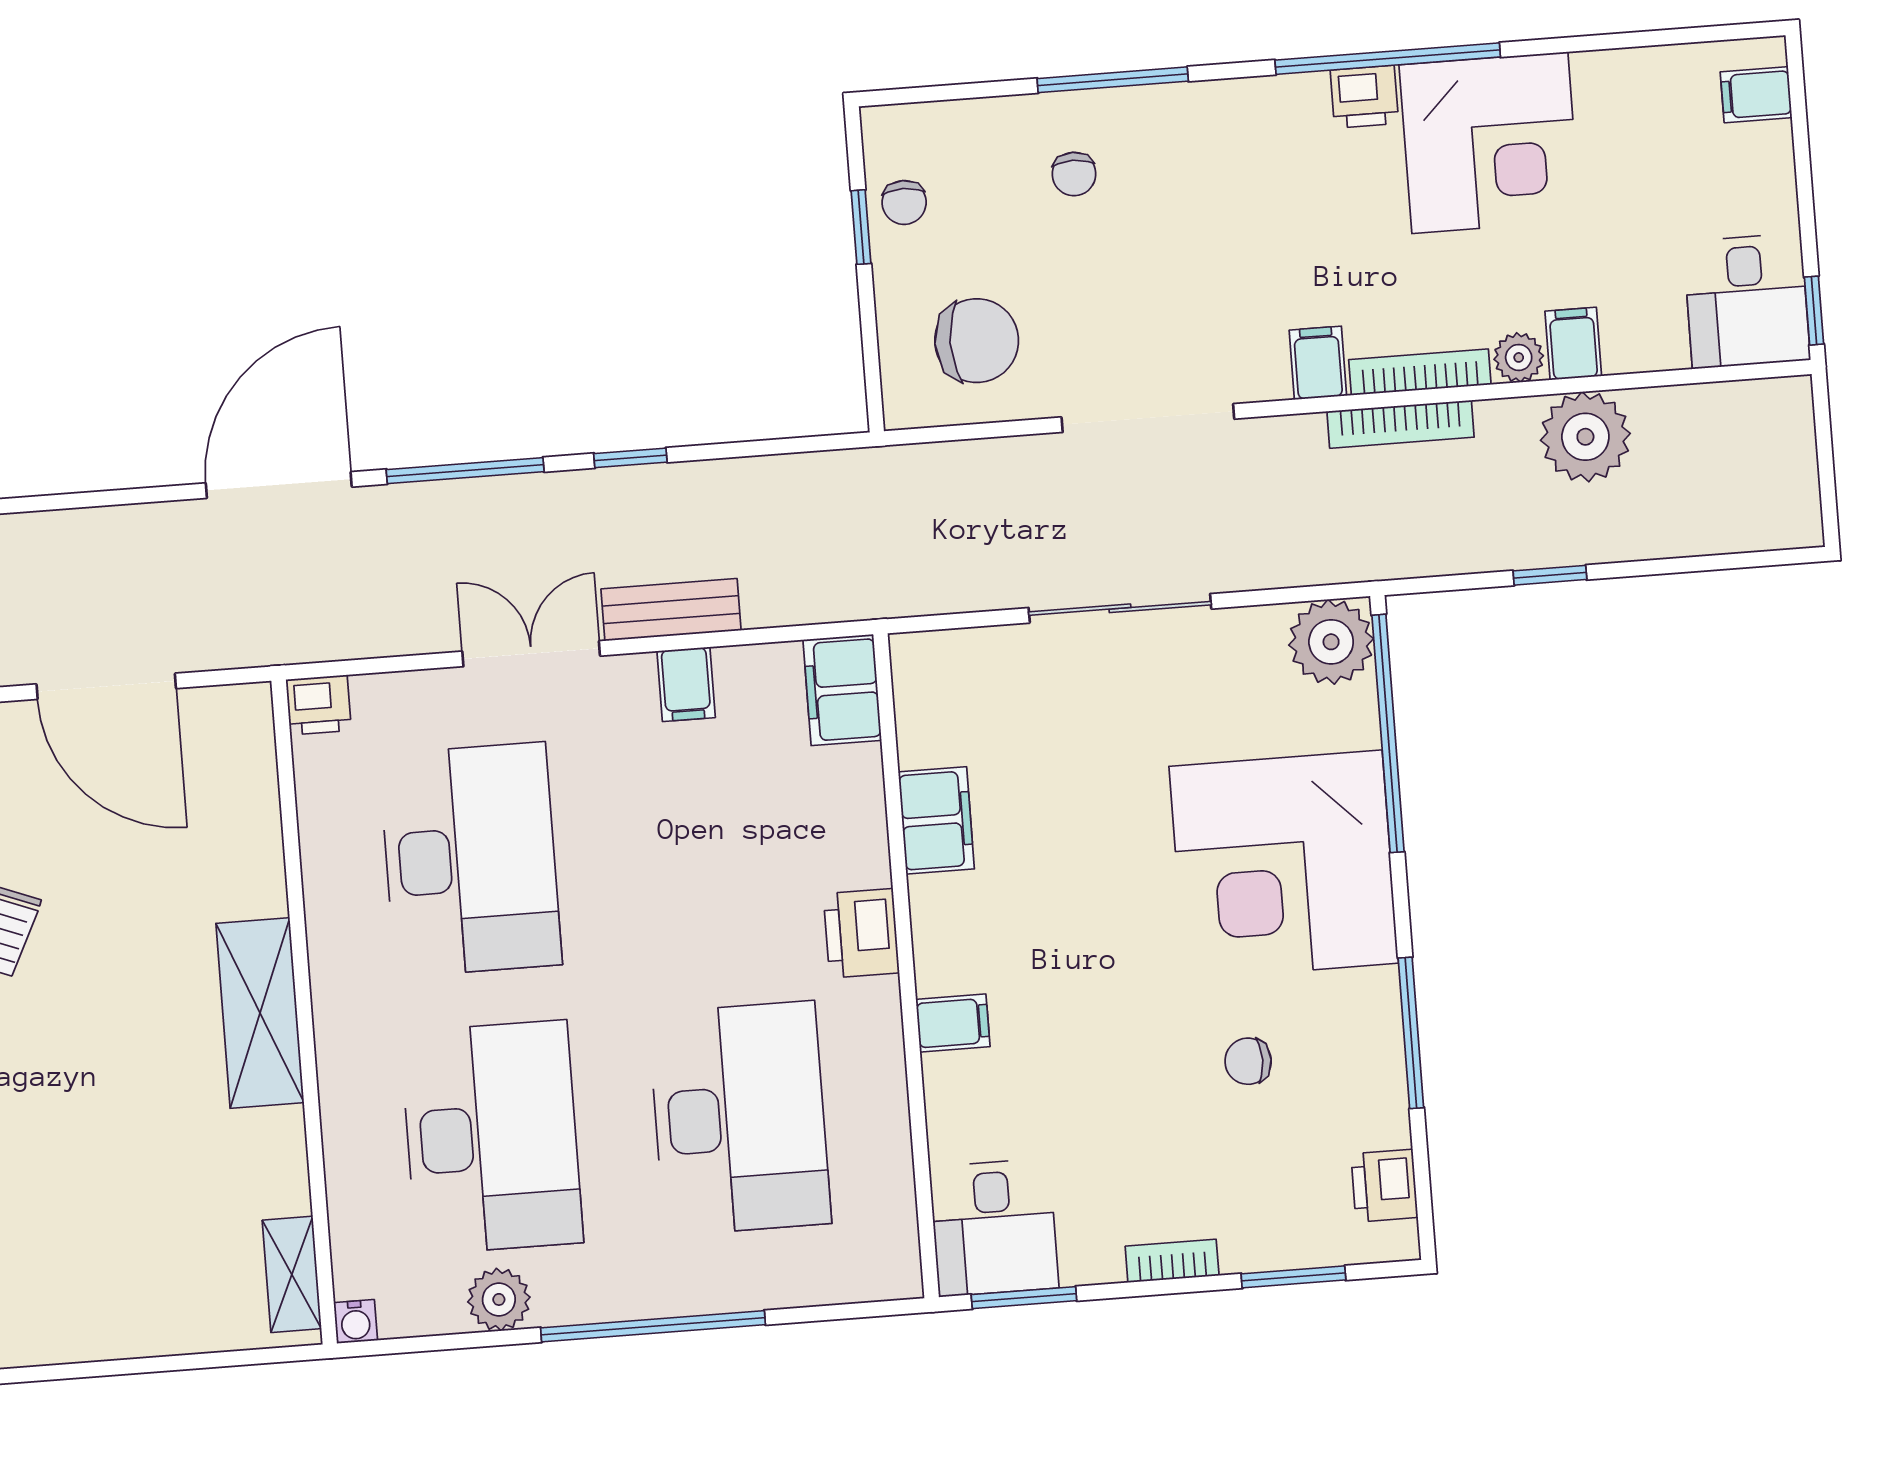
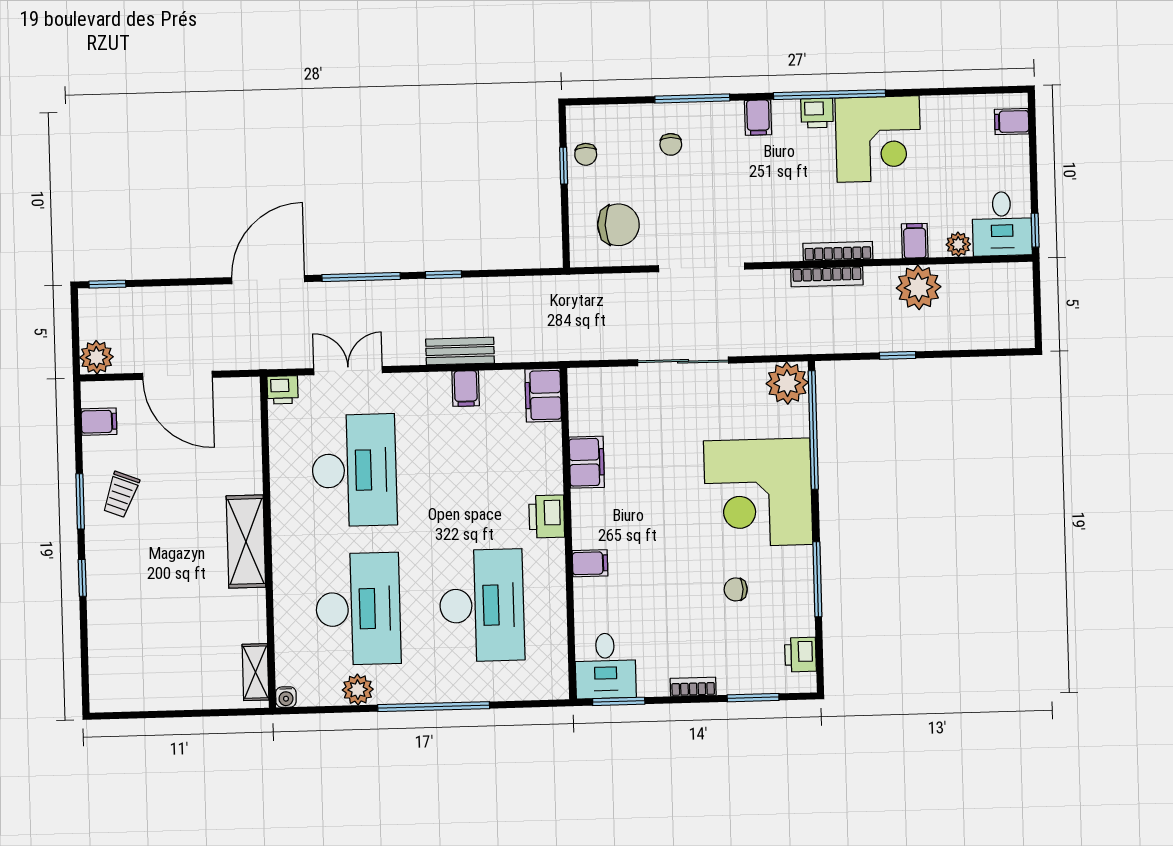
plant: (1519, 357) -> (958, 244), moved
filing cabinet: (1318, 363) -> (758, 118), moved, turned 180
double door: (531, 654) -> (348, 371), moved

